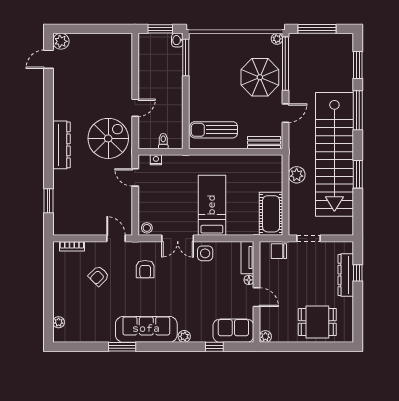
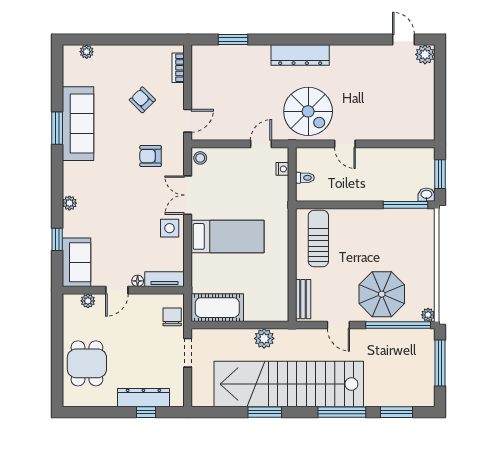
sofa: (146, 329) -> (78, 124), moved
plant: (265, 336) -> (88, 301), moved

